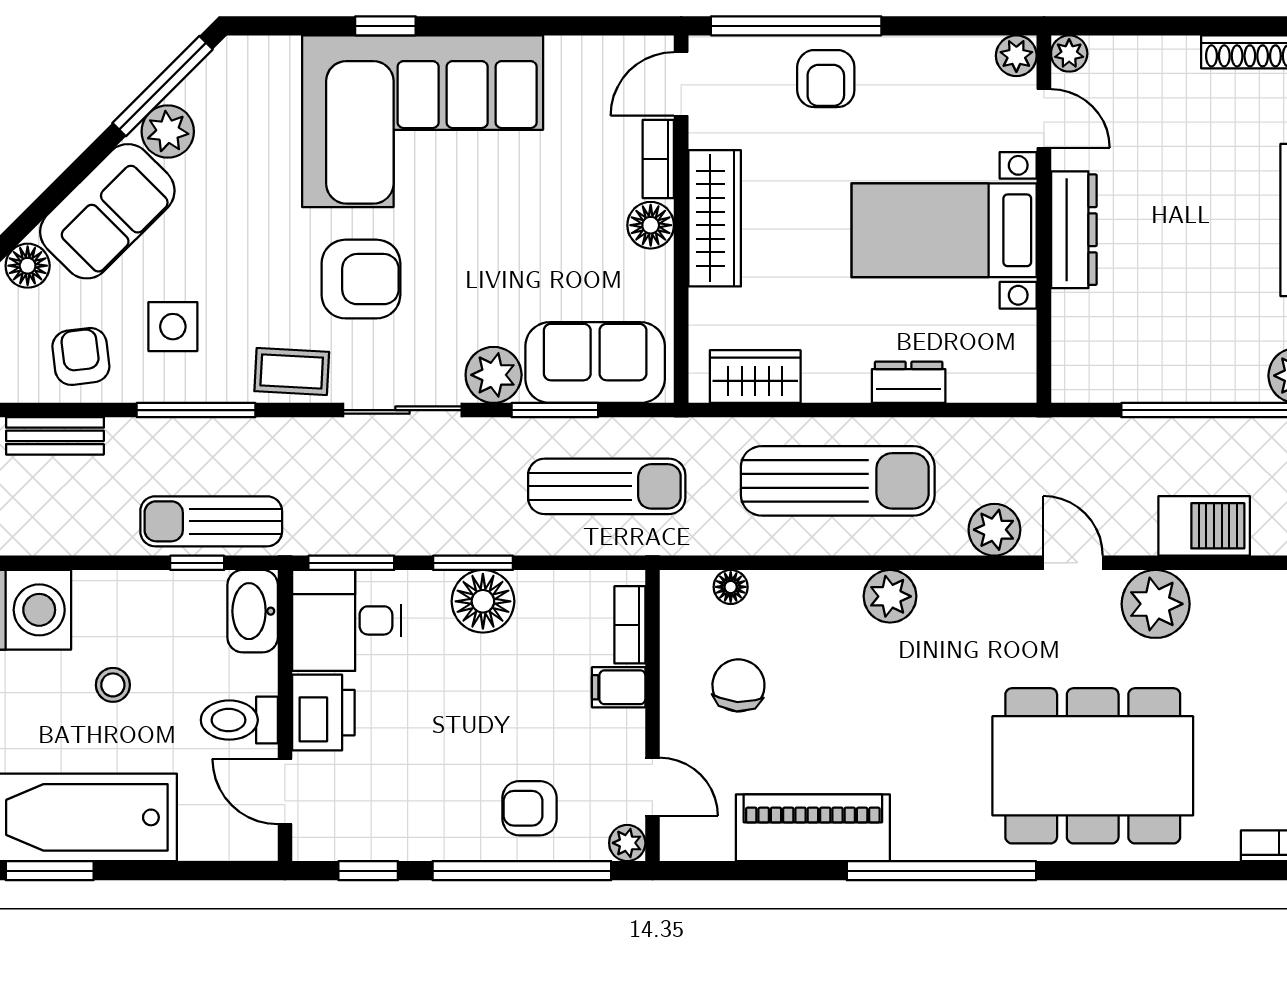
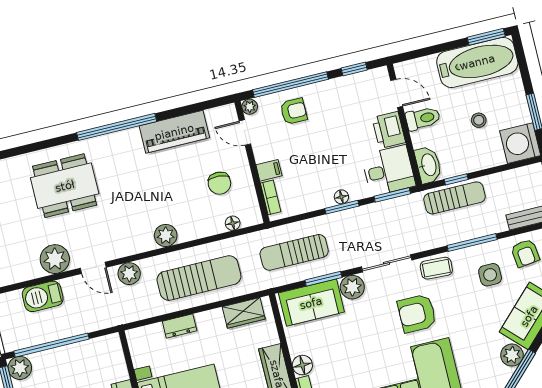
sun lounger: (838, 481) -> (199, 278), turned 180
floor lamp: (483, 601) -> (341, 197), width x0.53, depth x0.53
dining table: (1093, 766) -> (65, 186), width x0.73, depth x0.80

